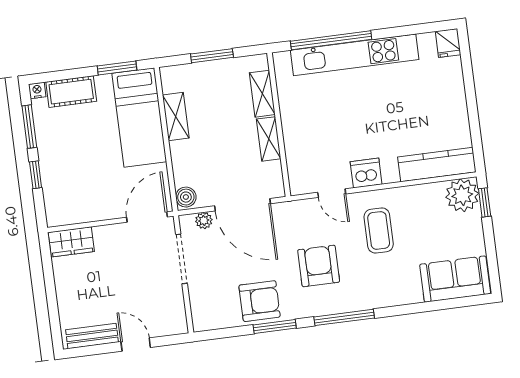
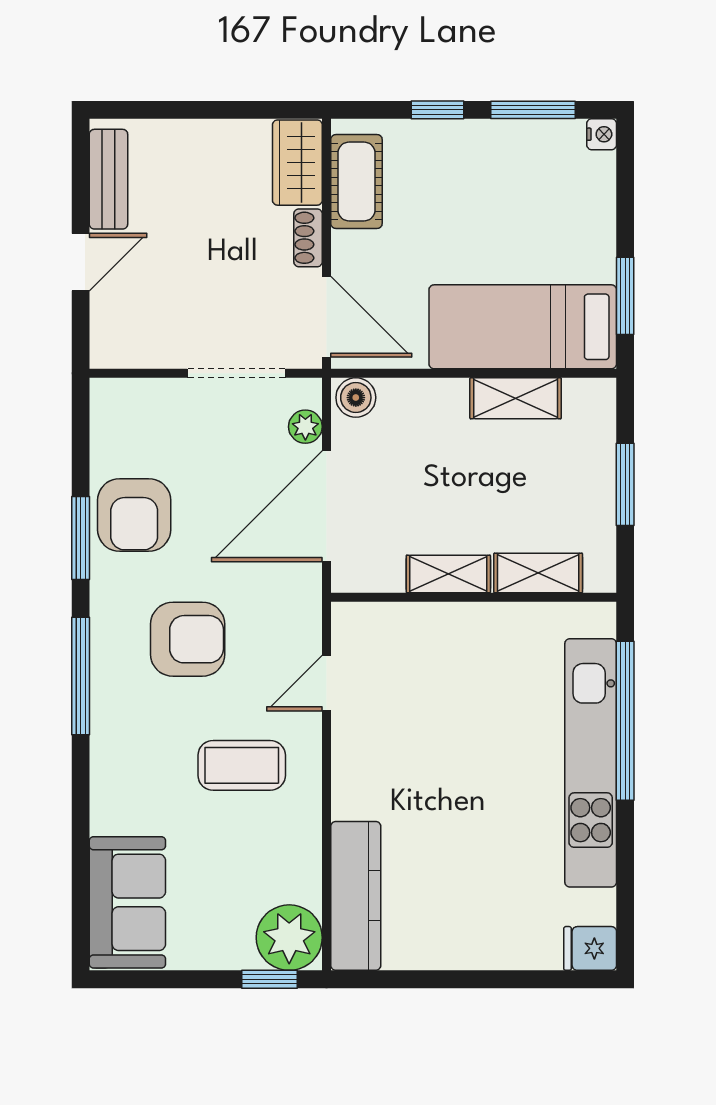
cot: (71, 92) -> (356, 182), moved
dishwasher: (366, 173) -> (357, 755), removed
shoe rack: (109, 232) -> (308, 238), added

